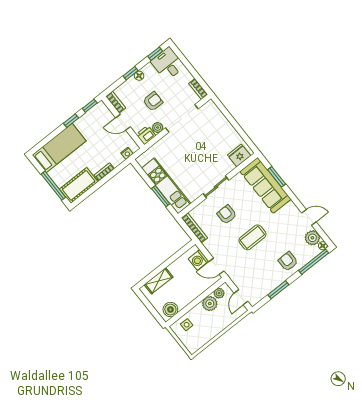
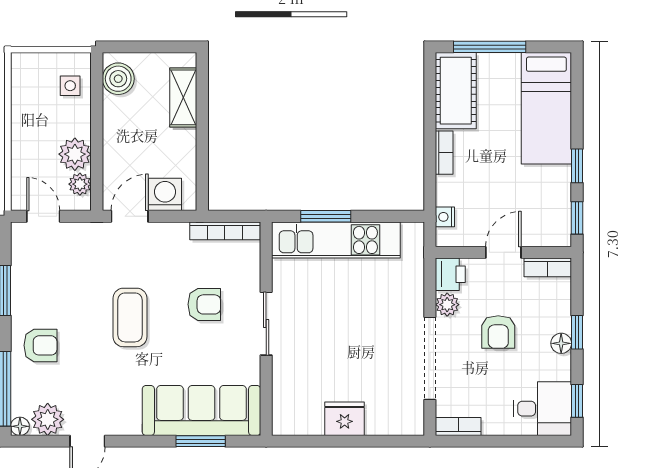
fridge: (239, 155) -> (345, 419), moved, turned -90

